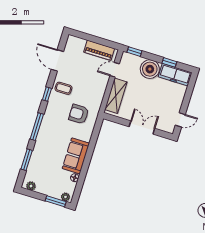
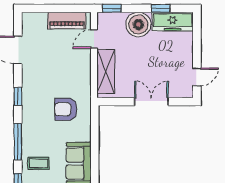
coffee table: (63, 88) -> (39, 163), moved

